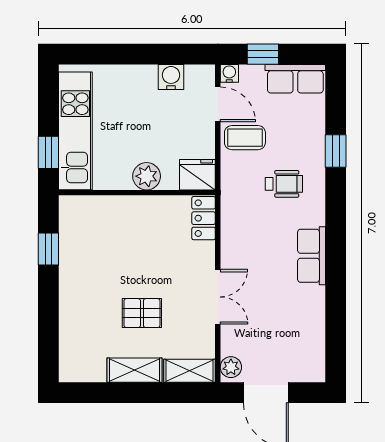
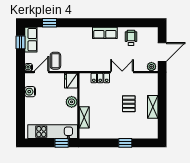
window: (263, 54) -> (21, 42), moved
window: (336, 151) -> (49, 23), moved
wheelchair: (284, 184) -> (131, 38), moved
locker: (204, 218) -> (100, 78), moved
window: (48, 249) -> (125, 143), moved
shelving: (190, 371) -> (84, 117), moved

